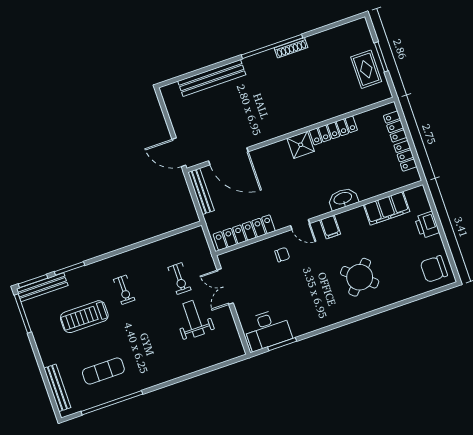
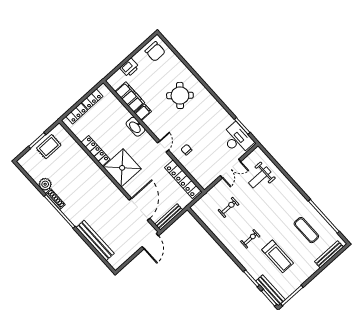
plant: (317, 43) -> (45, 184), added
shower: (301, 145) -> (122, 168), width x1.86, depth x1.86
filing cabinet: (330, 227) -> (143, 112), moved
double door: (225, 286) -> (230, 169), moved
weight bench: (194, 319) -> (260, 177), moved

